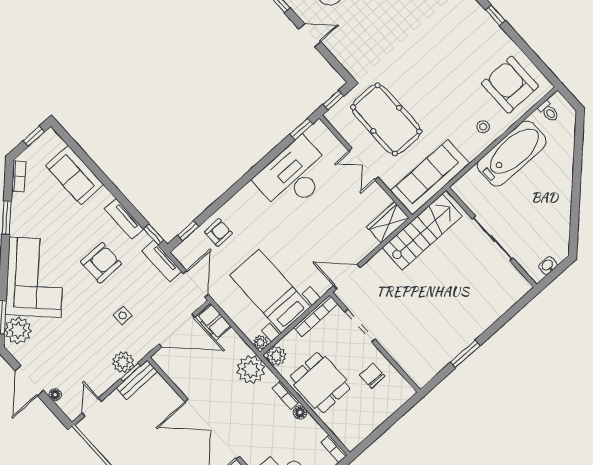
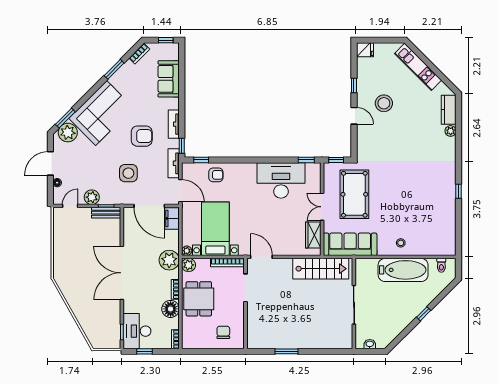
armchair: (510, 85) -> (434, 234), removed
window: (577, 181) -> (424, 314), added
wardrobe: (388, 222) -> (313, 235), moved, turned -90
door: (196, 284) -> (180, 191), hinge flipped
side table: (123, 315) -> (128, 173), width x1.87, depth x1.87
plant: (123, 362) -> (92, 197), moved
chair: (372, 375) -> (223, 332), moved
floor lamp: (300, 412) -> (171, 309), width x1.89, depth x1.89

